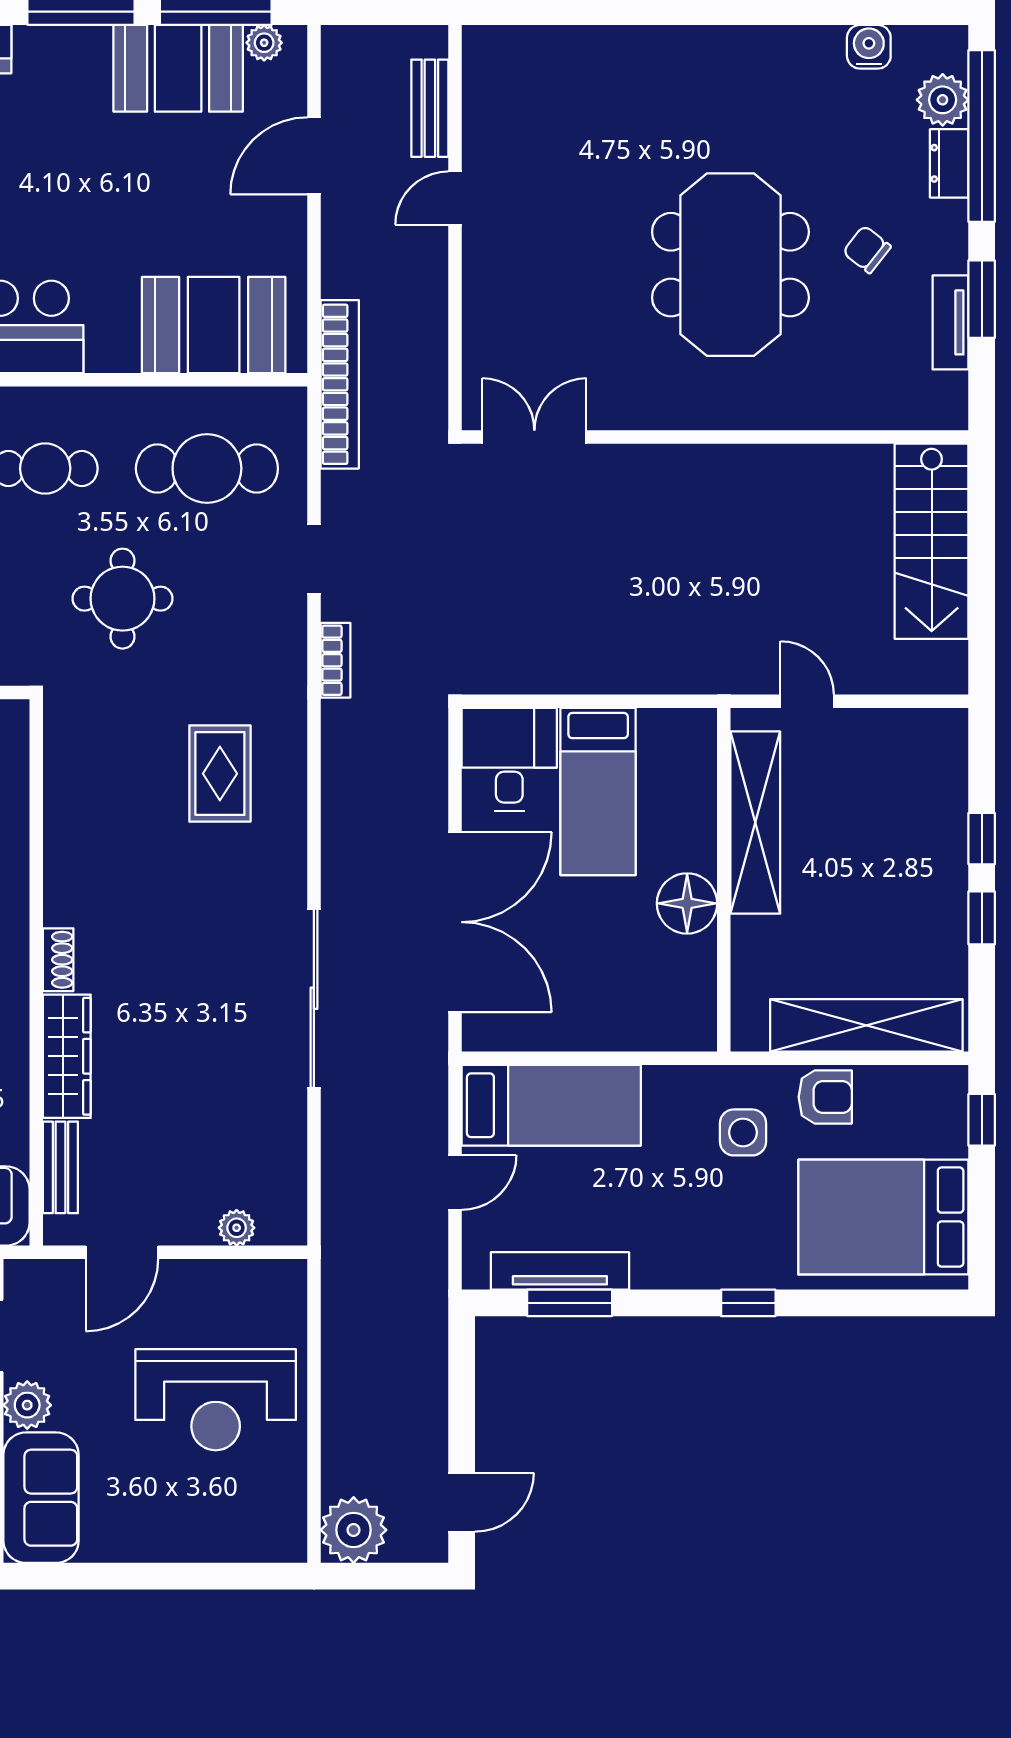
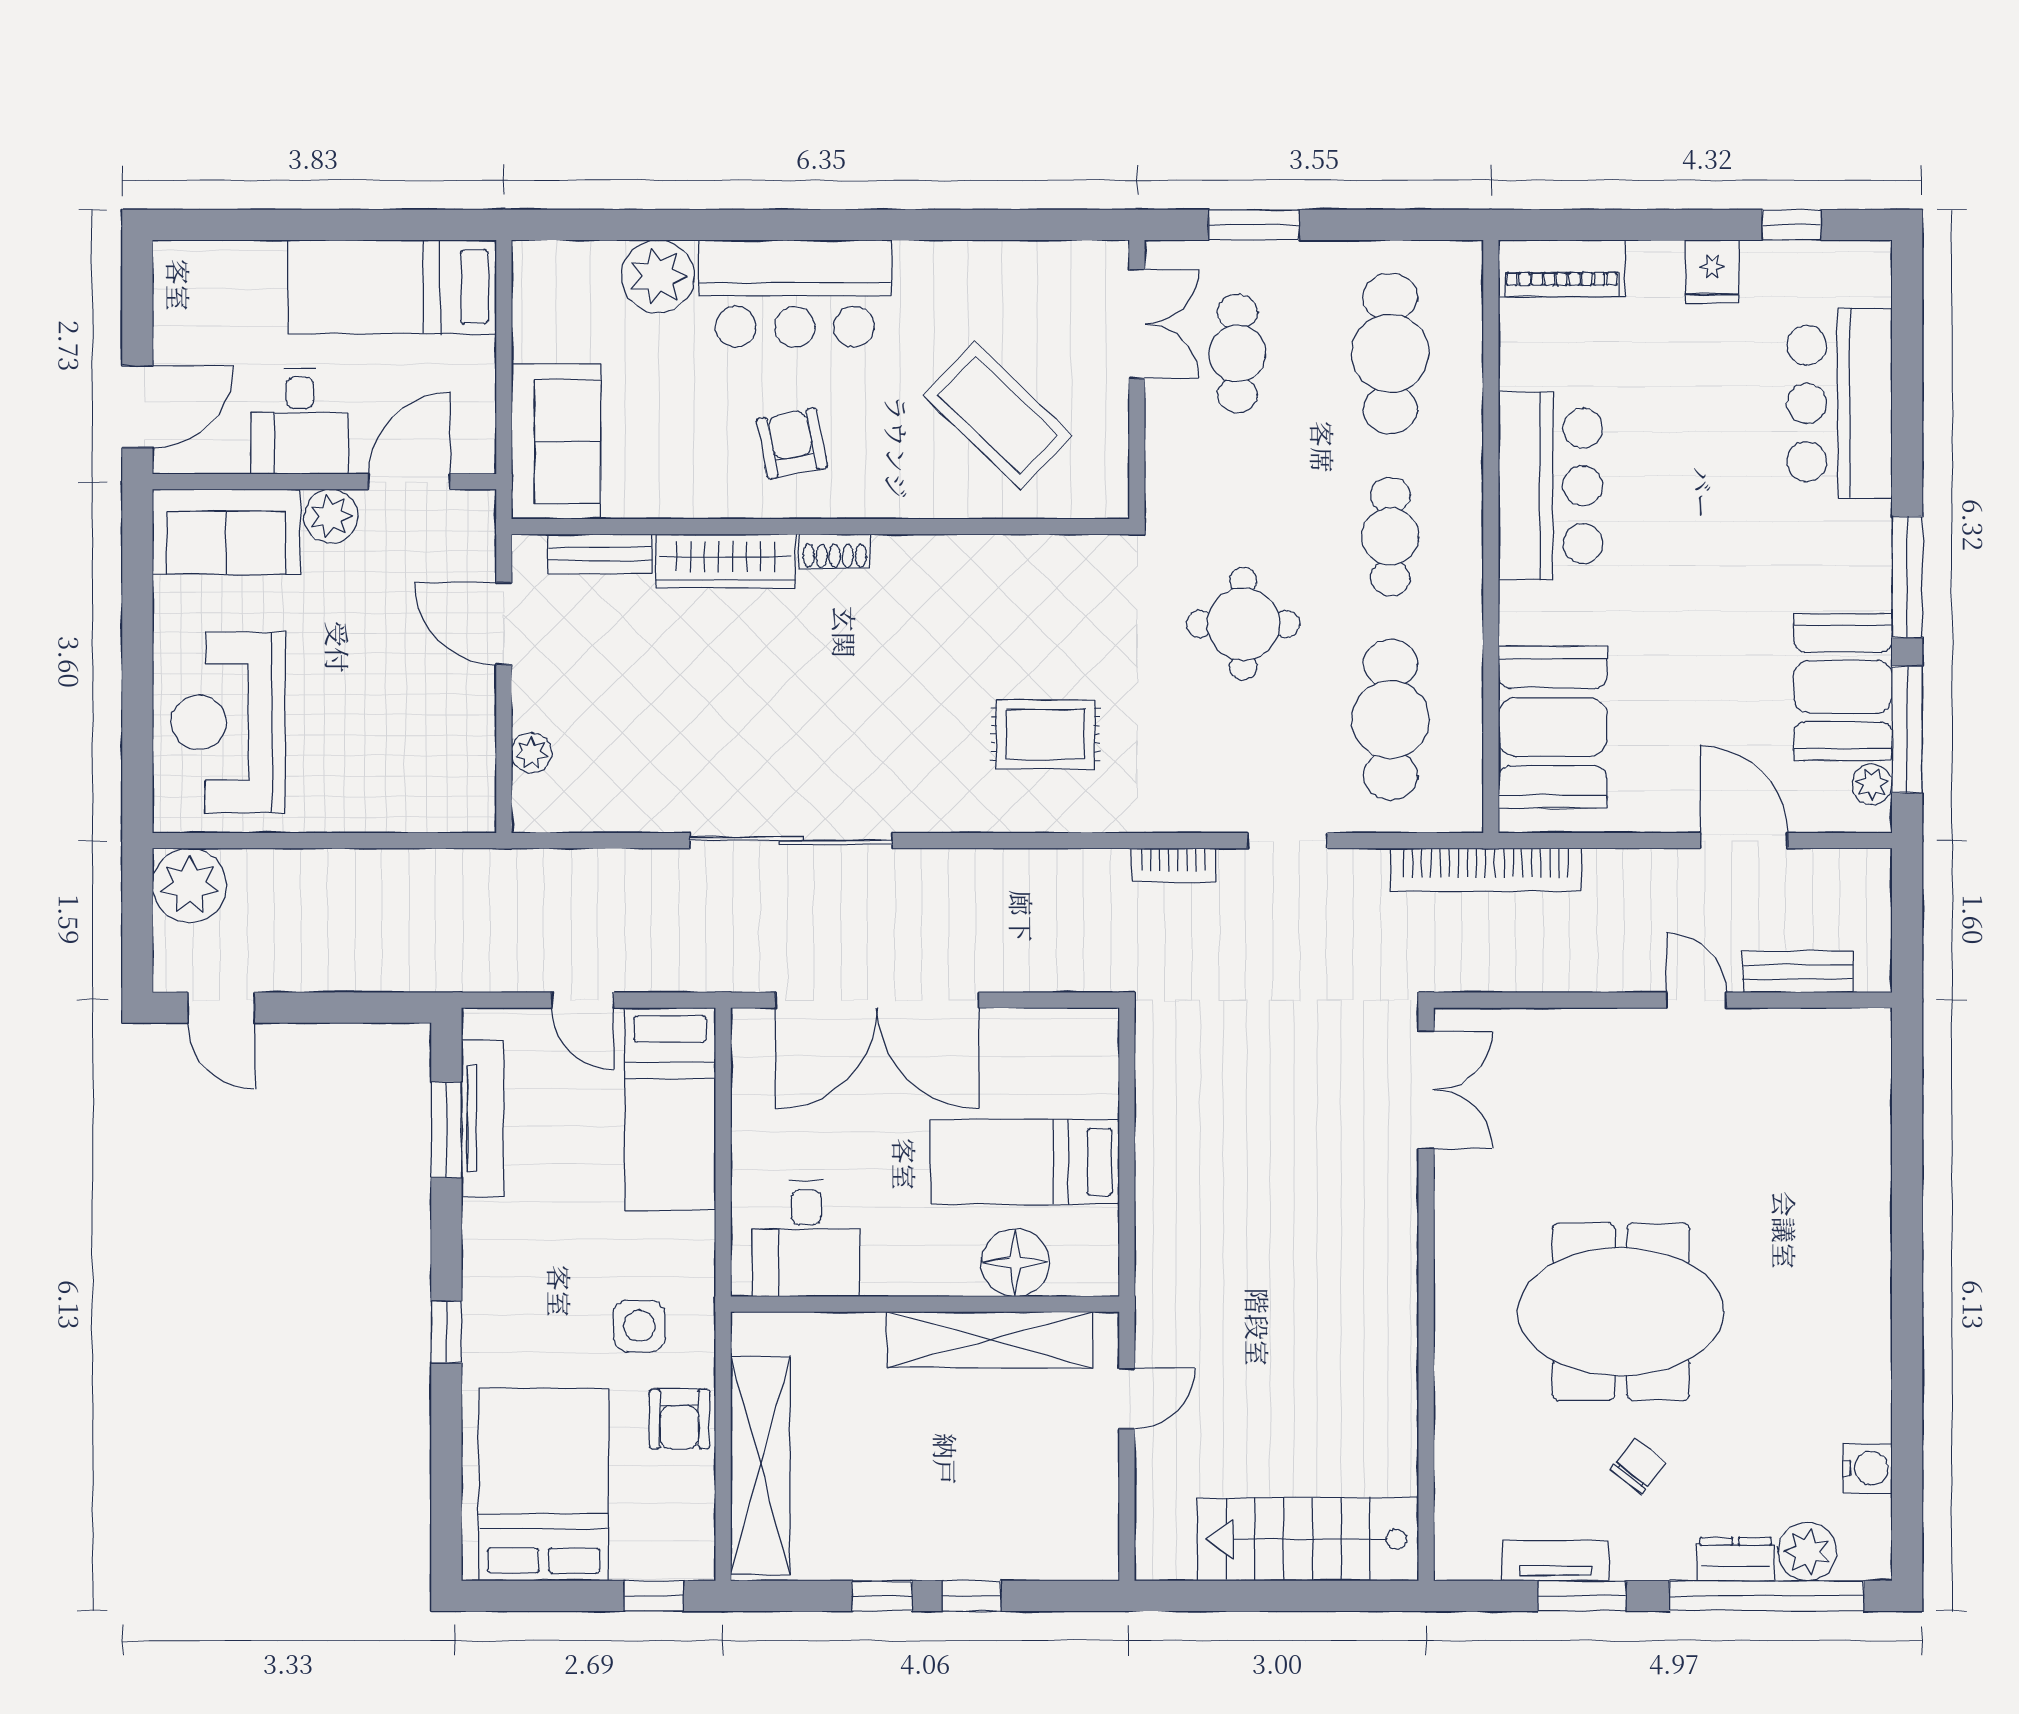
desk: (509, 759) -> (806, 1239), moved, turned 90
floor lamp: (687, 903) -> (1015, 1263), moved
reception desk: (216, 1400) -> (228, 722), moved

